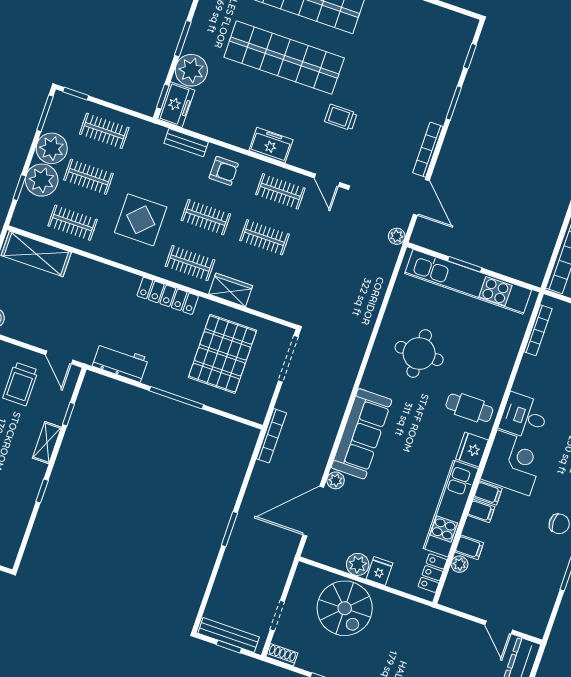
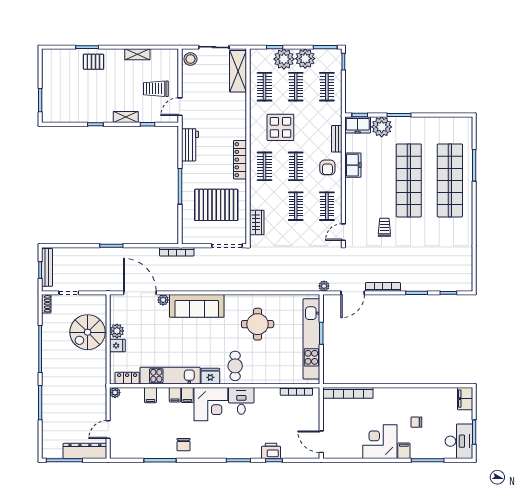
freezer: (271, 145) -> (353, 165), moved
wardrobe: (231, 290) -> (257, 222), moved
plant: (459, 564) -> (115, 393), moved

